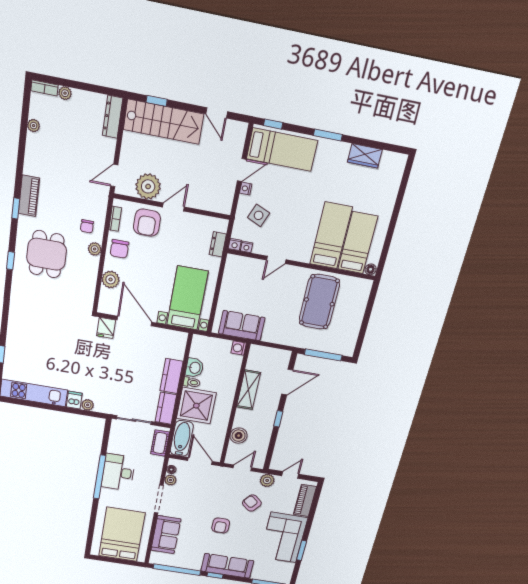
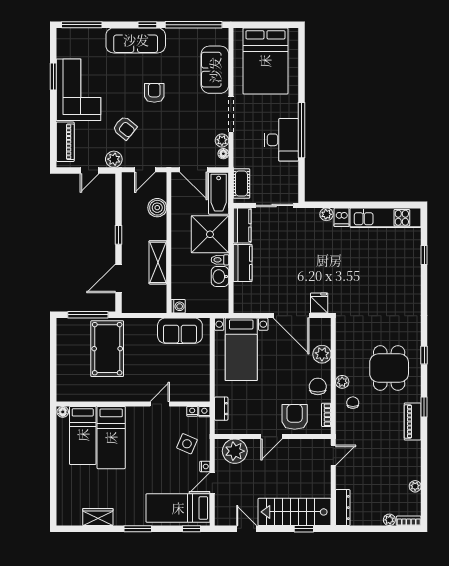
plant: (148, 186) -> (235, 451), moved
pool table: (319, 302) -> (107, 349), moved

